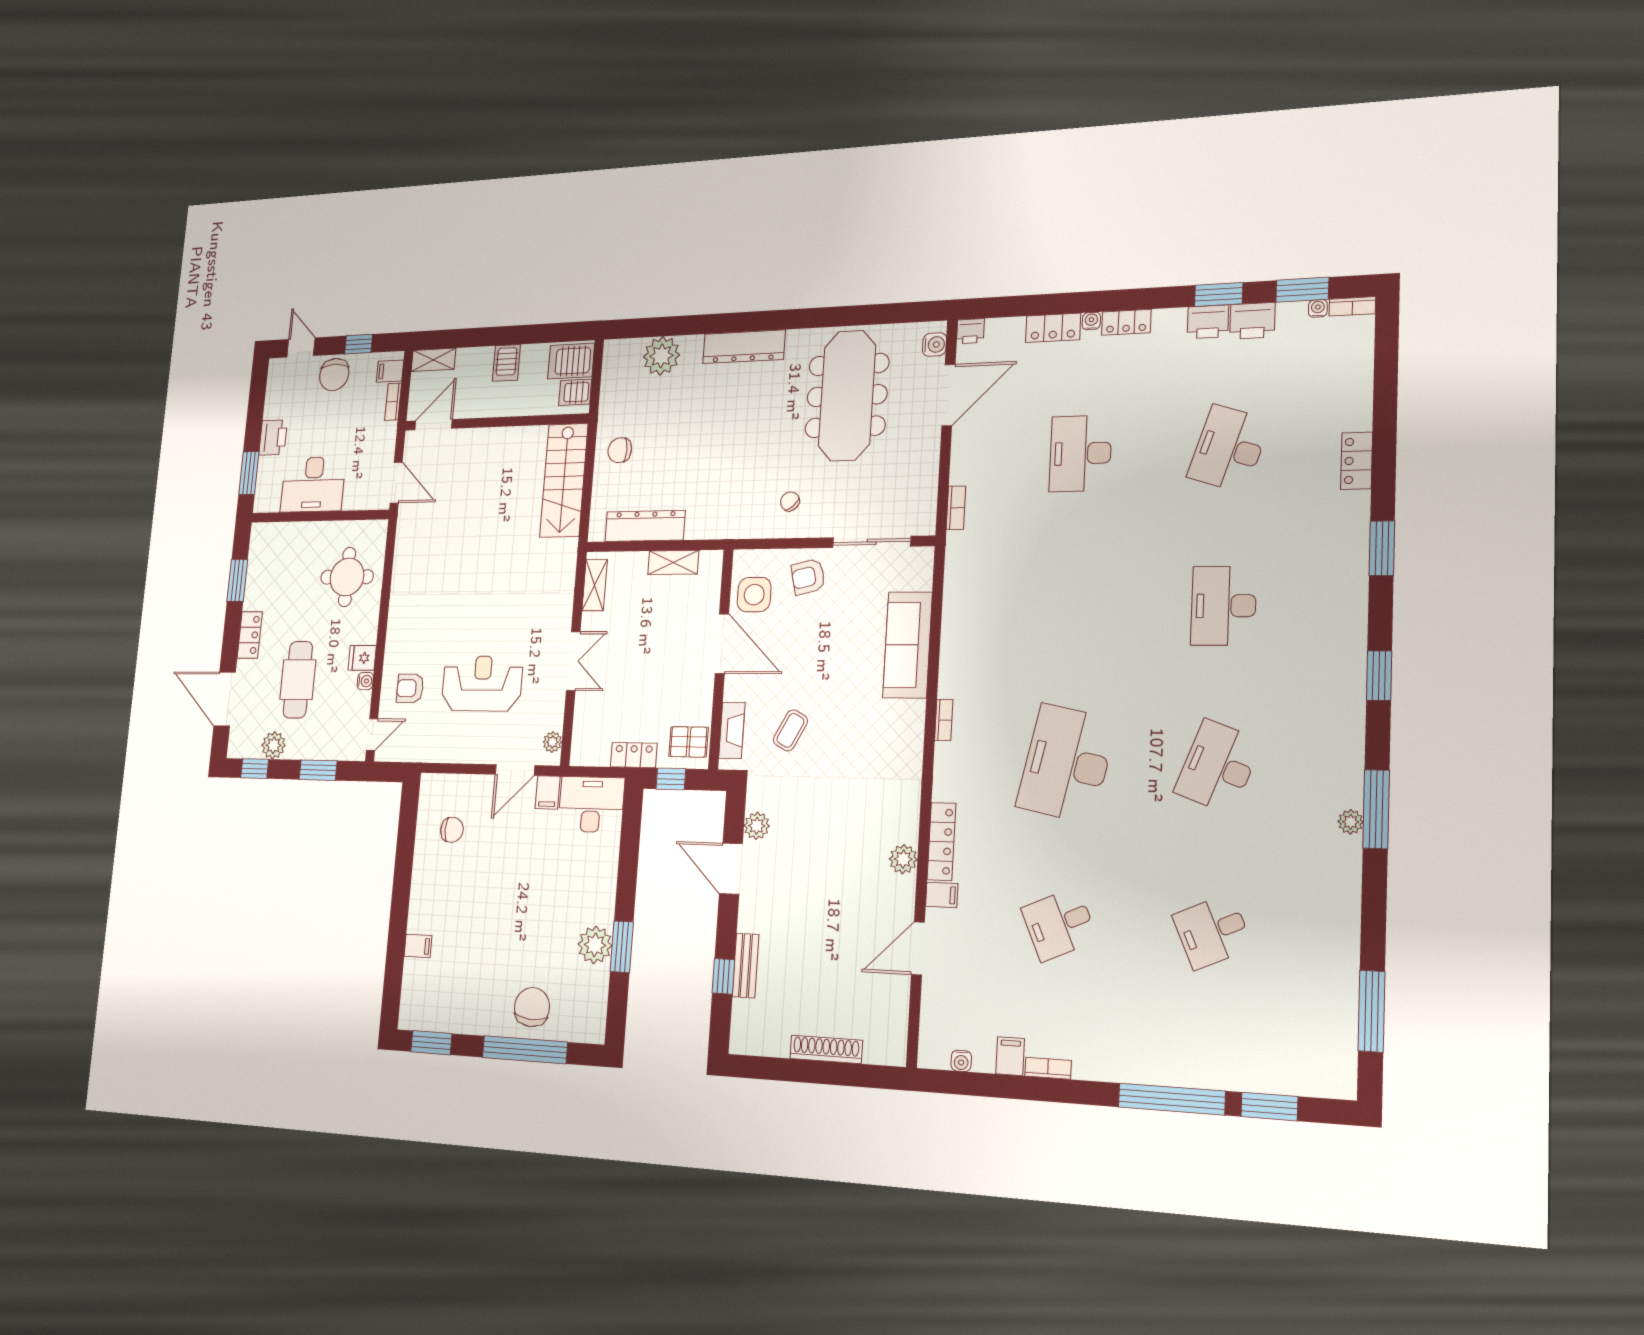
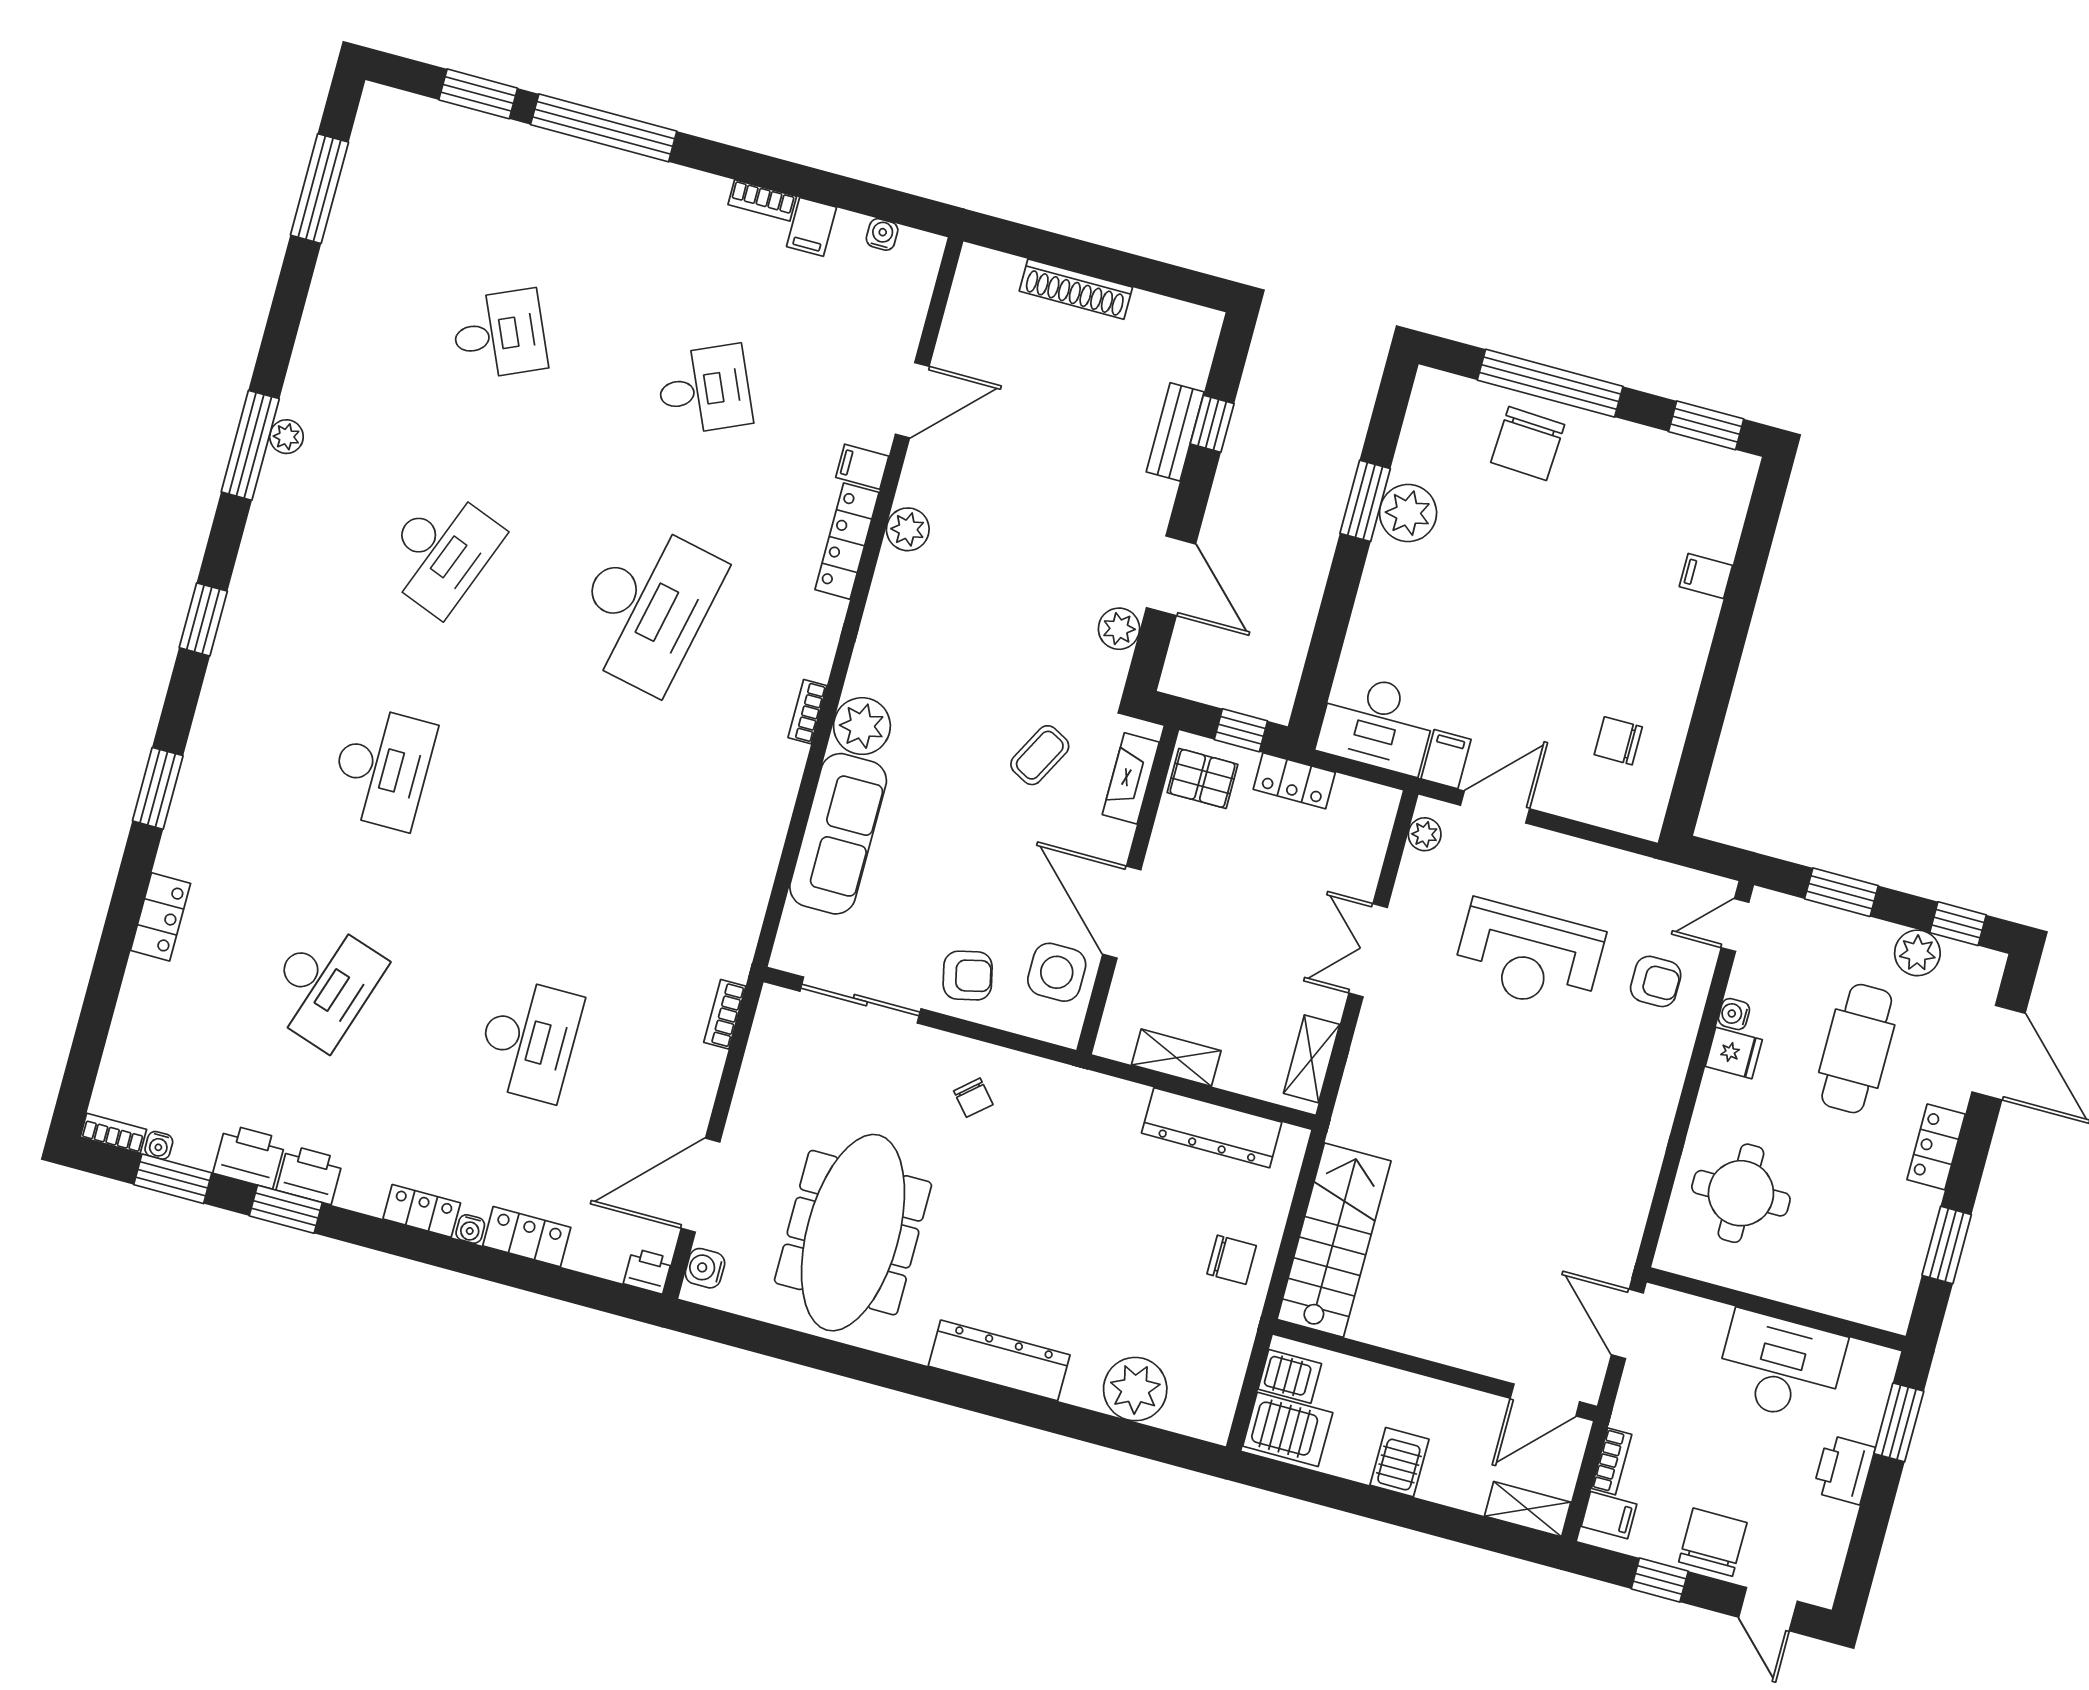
plant: (907, 720) -> (862, 726), added

